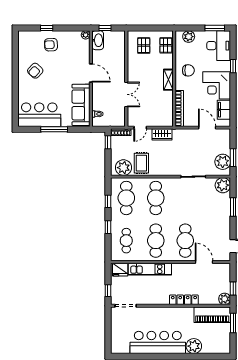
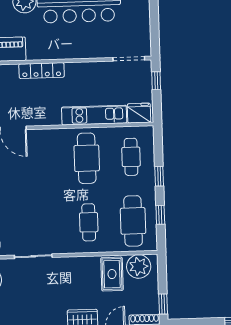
cafe table: (156, 198) -> (89, 222), width x0.73, depth x0.74
cafe table: (185, 241) -> (42, 160), removed

